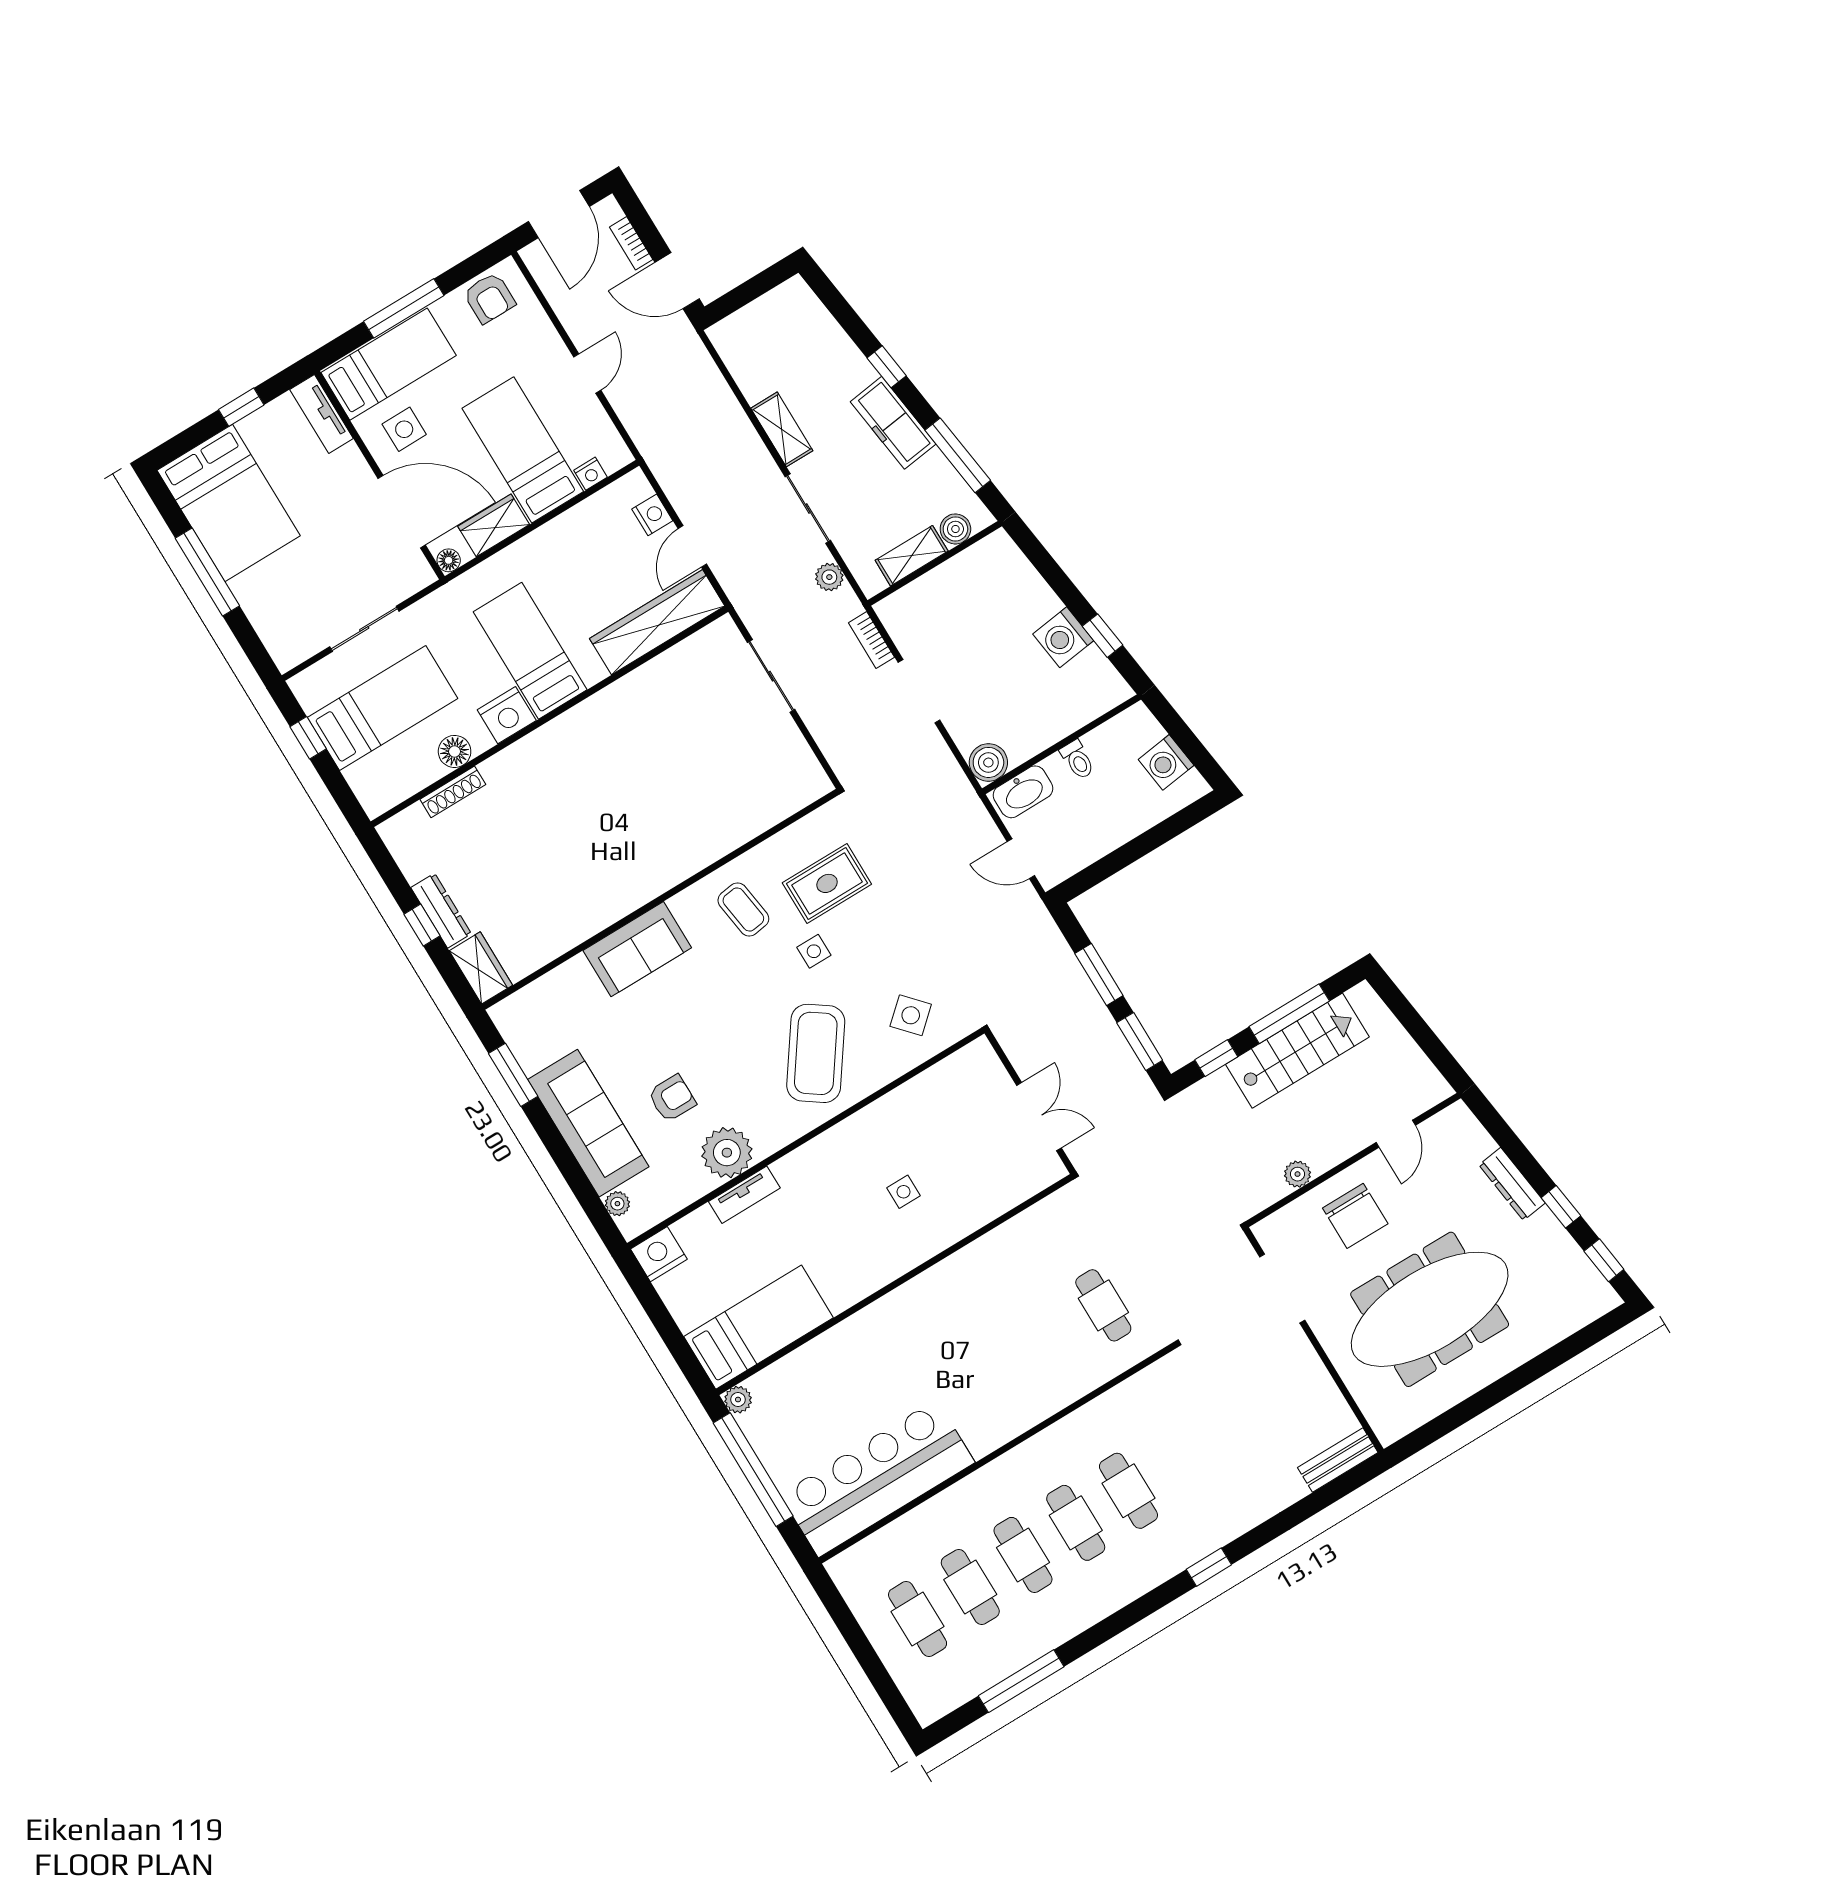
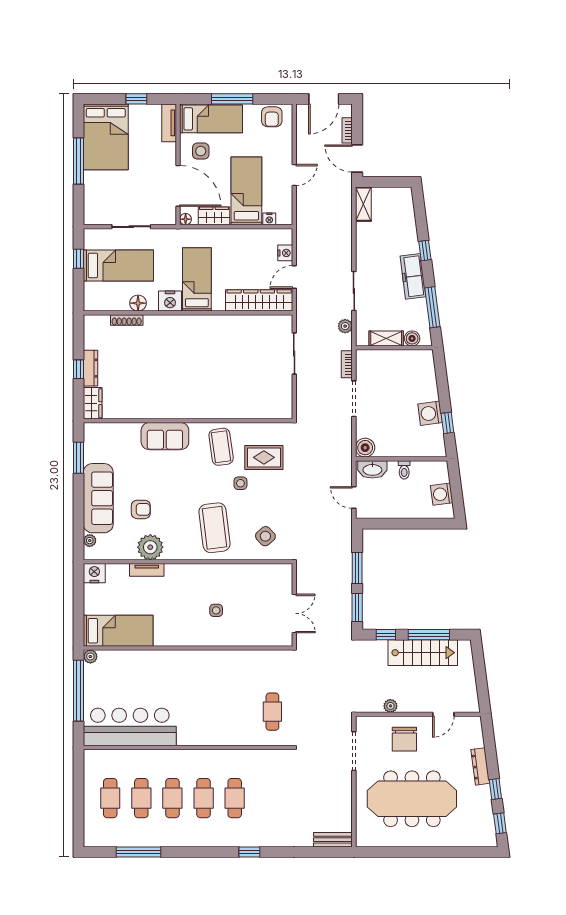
shelving: (782, 429) -> (363, 204), moved
coffee table: (743, 909) -> (221, 447), width x1.36, depth x1.30
coffee table: (816, 1053) -> (214, 528), turned -42

